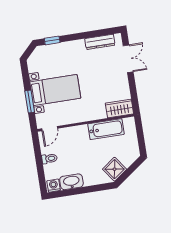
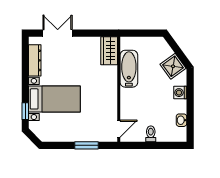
bed with nightstands: (55, 90) -> (54, 99), moved, turned 90
door: (50, 129) -> (119, 129), hinge flipped
washbasin: (71, 182) -> (181, 120), width x0.52, depth x0.69
washing machine: (54, 186) -> (180, 93), moved

